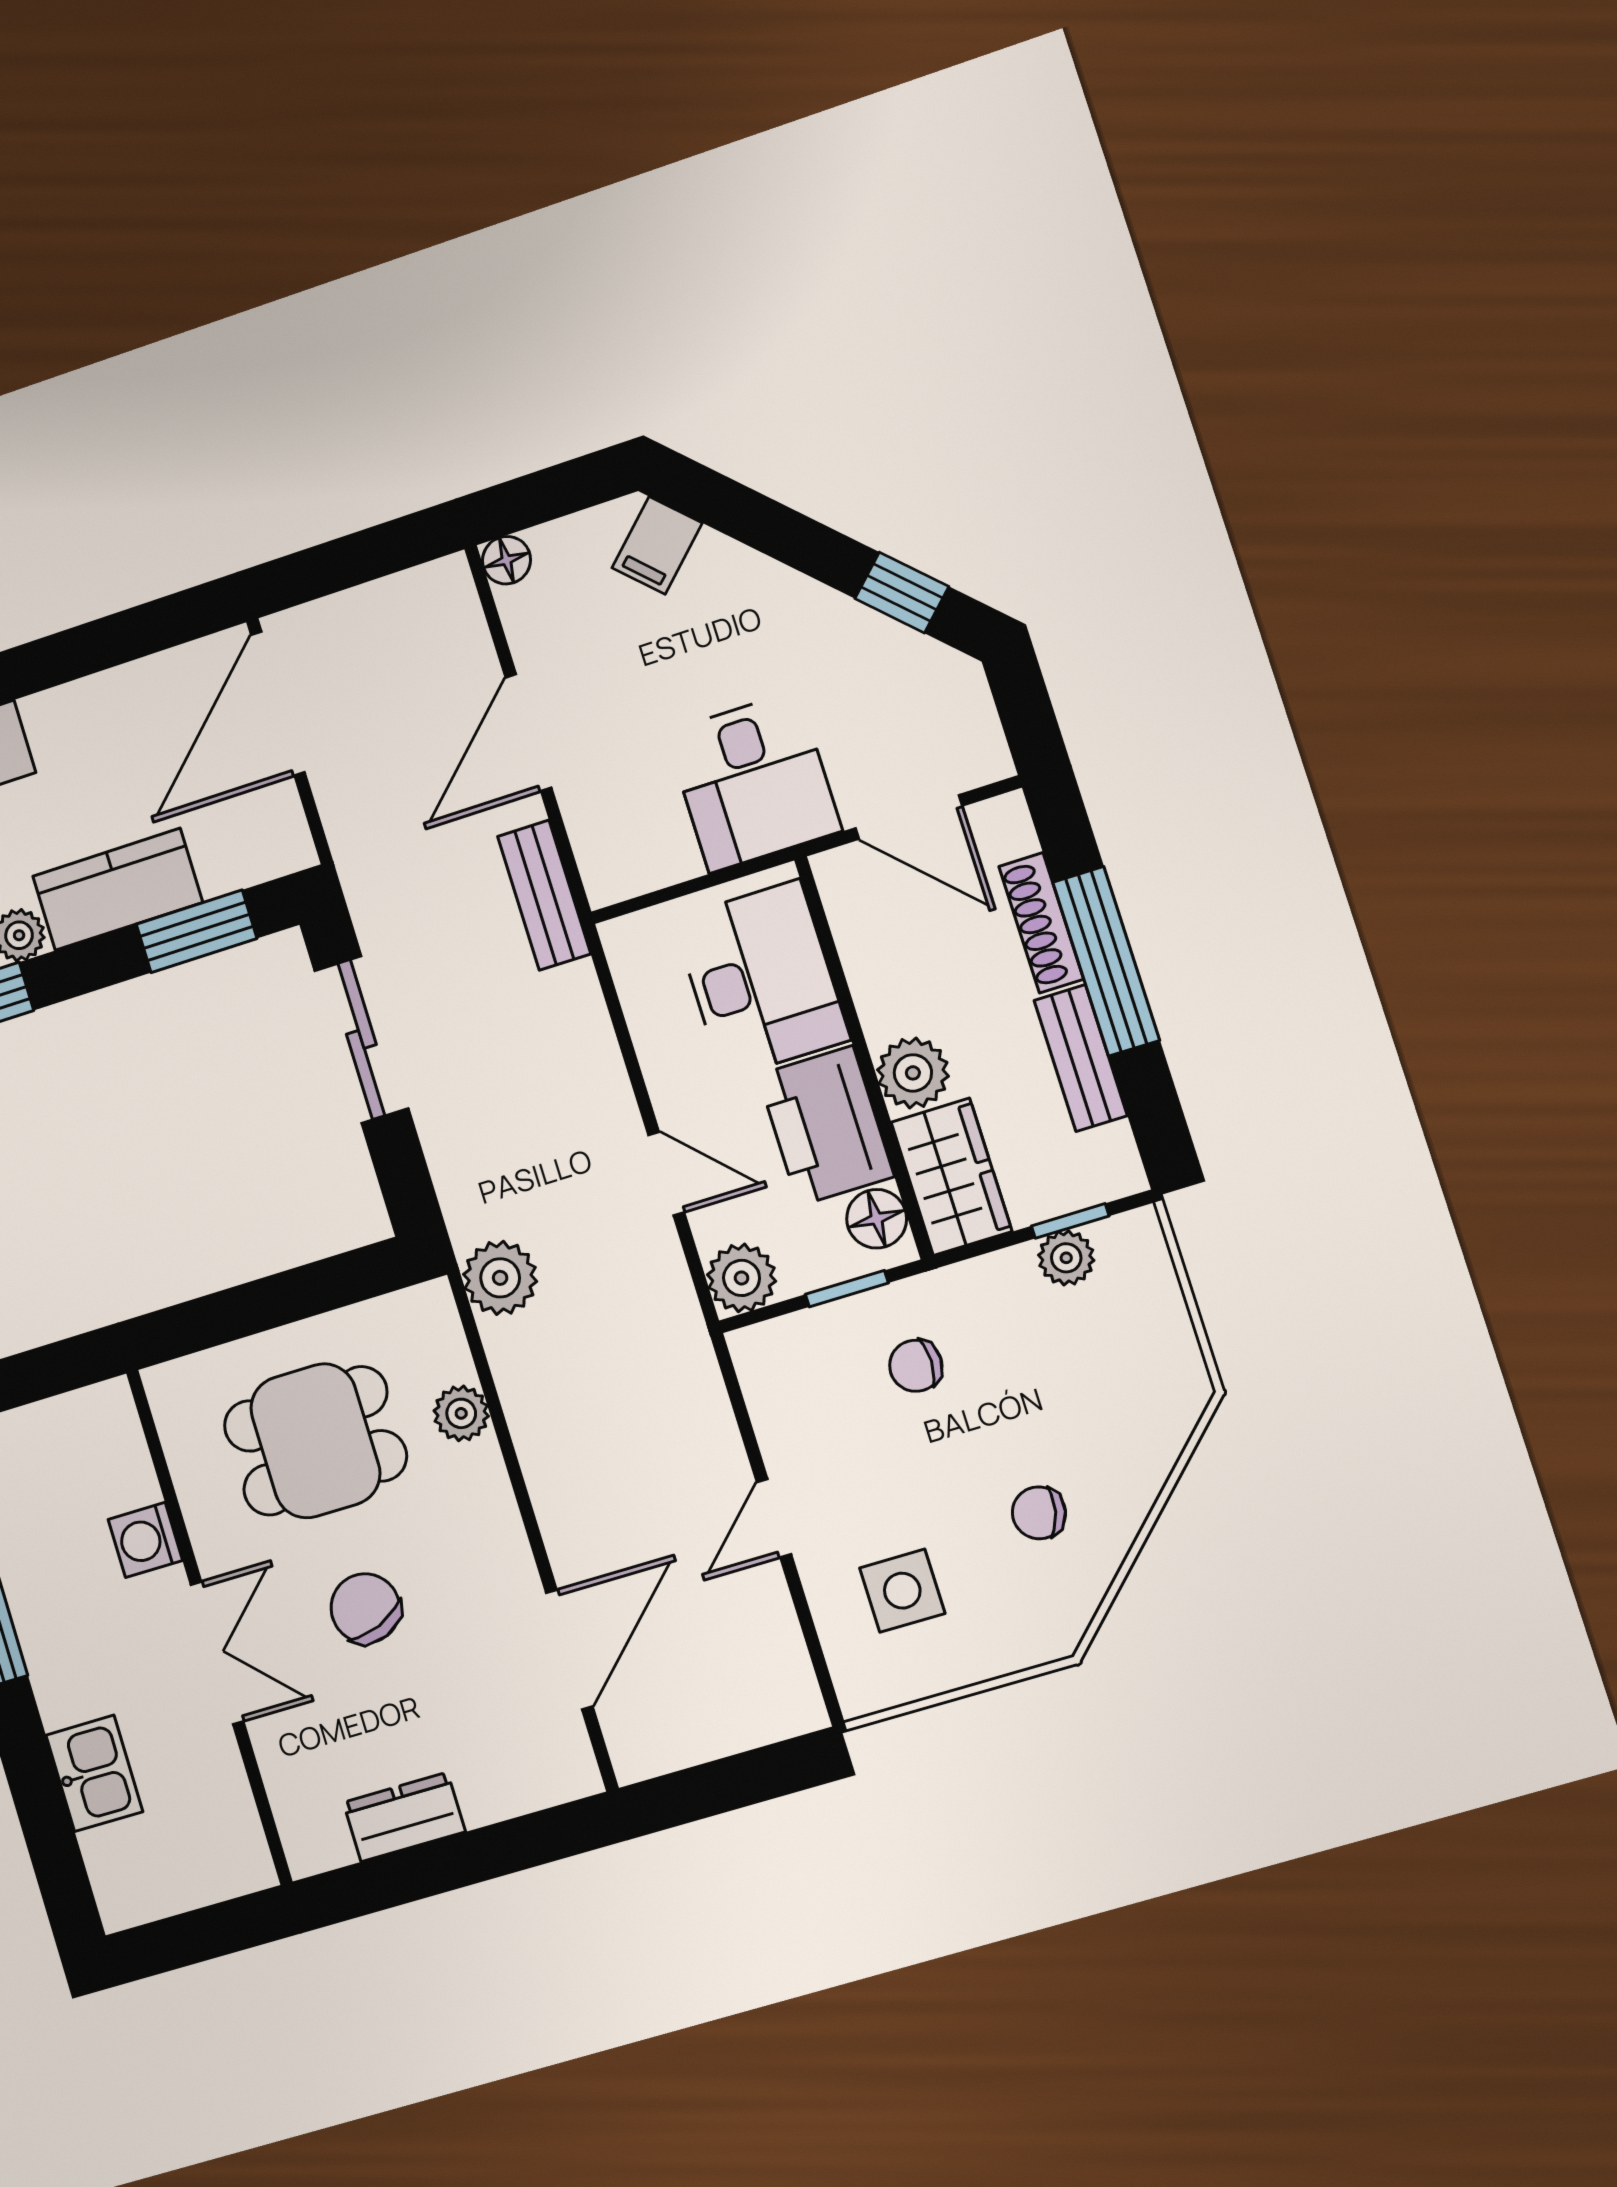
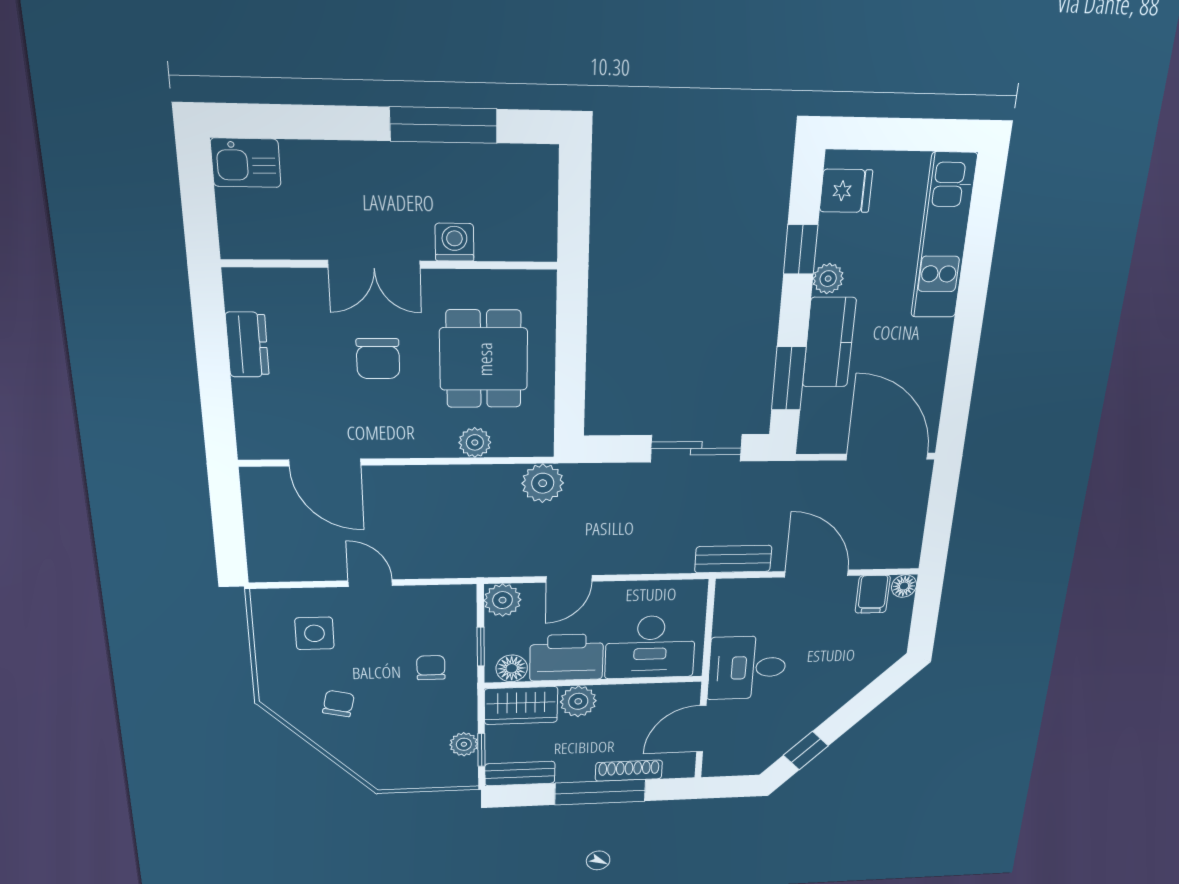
filing cabinet: (657, 545) -> (873, 594), moved, turned -135
bench: (1081, 1058) -> (520, 773), moved
chair: (365, 1608) -> (378, 359), turned 112
kitchen sink: (94, 1773) -> (246, 163), moved

